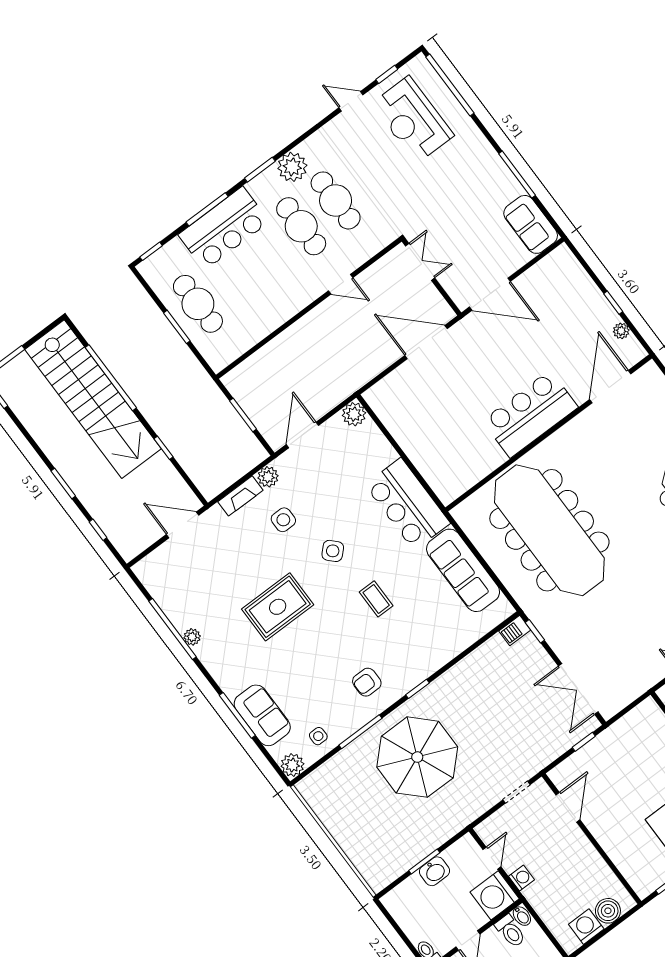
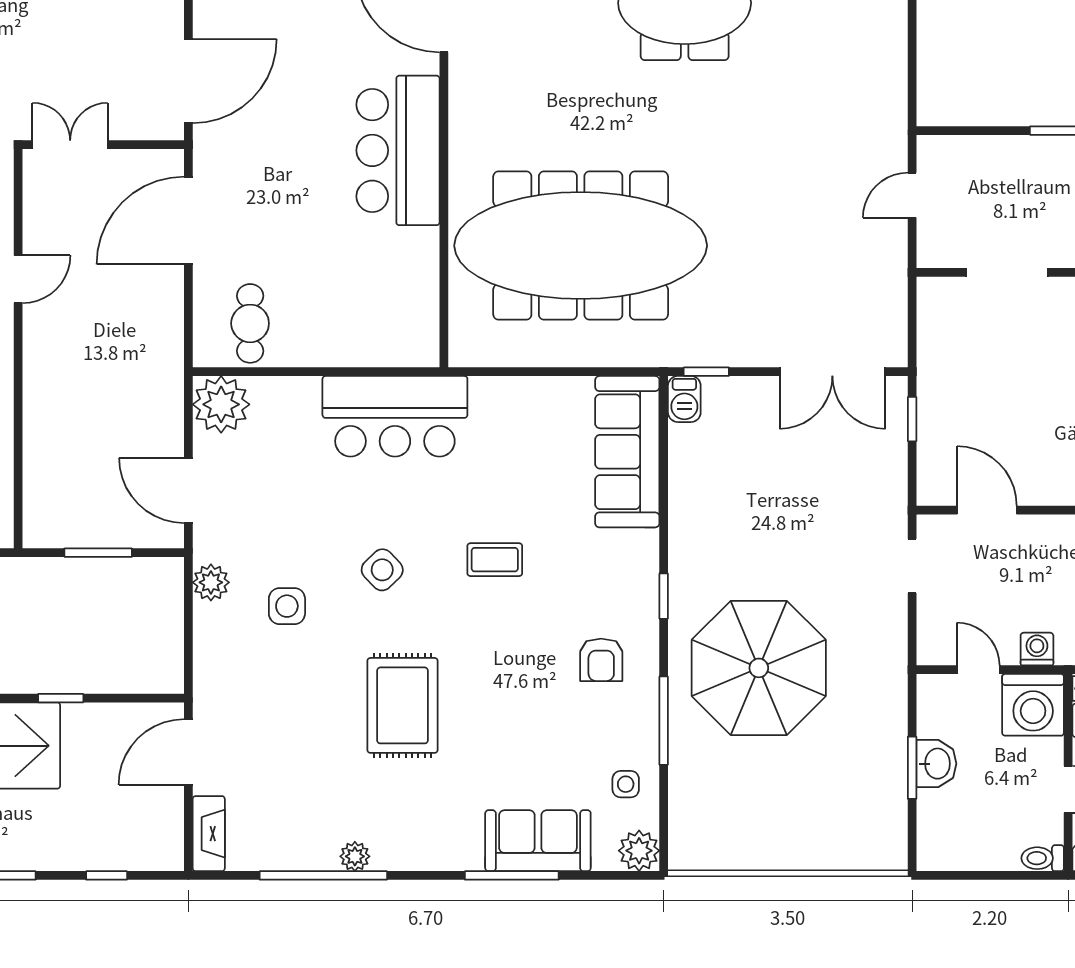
cafe table: (400, 406) -> (250, 323), added
plant: (354, 414) -> (221, 404), width x1.36, depth x1.36
fireplace: (240, 496) -> (209, 834), moved
sofa: (463, 570) -> (627, 452), moved, turned 90

